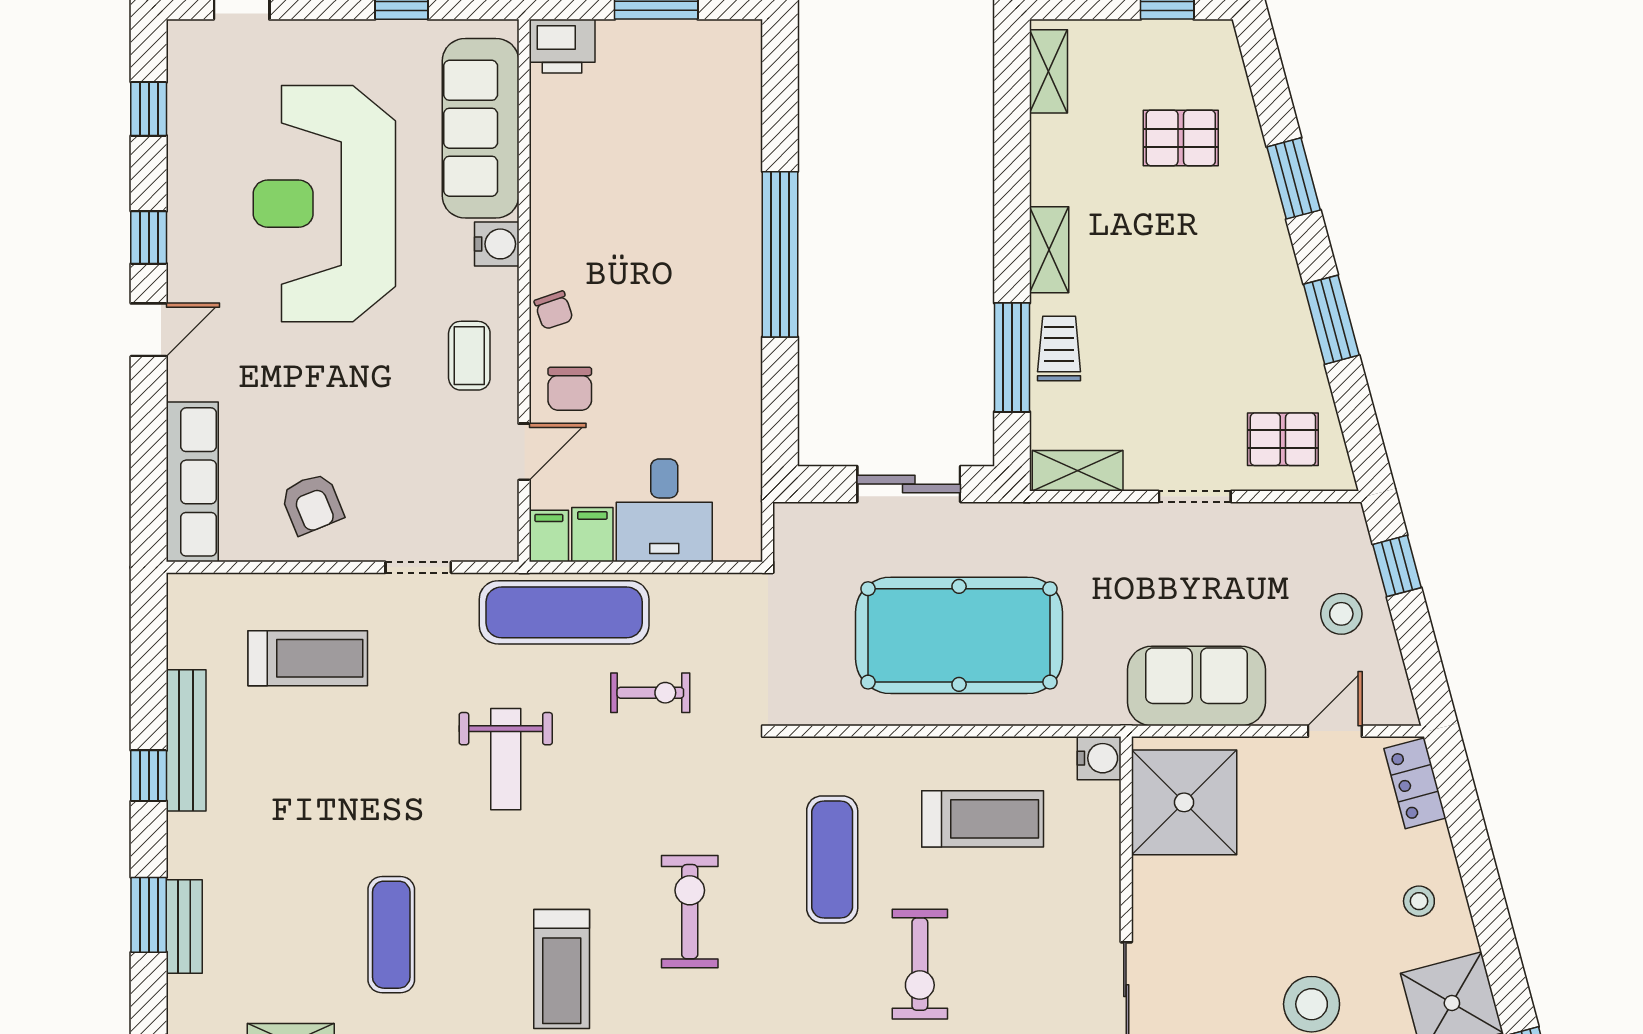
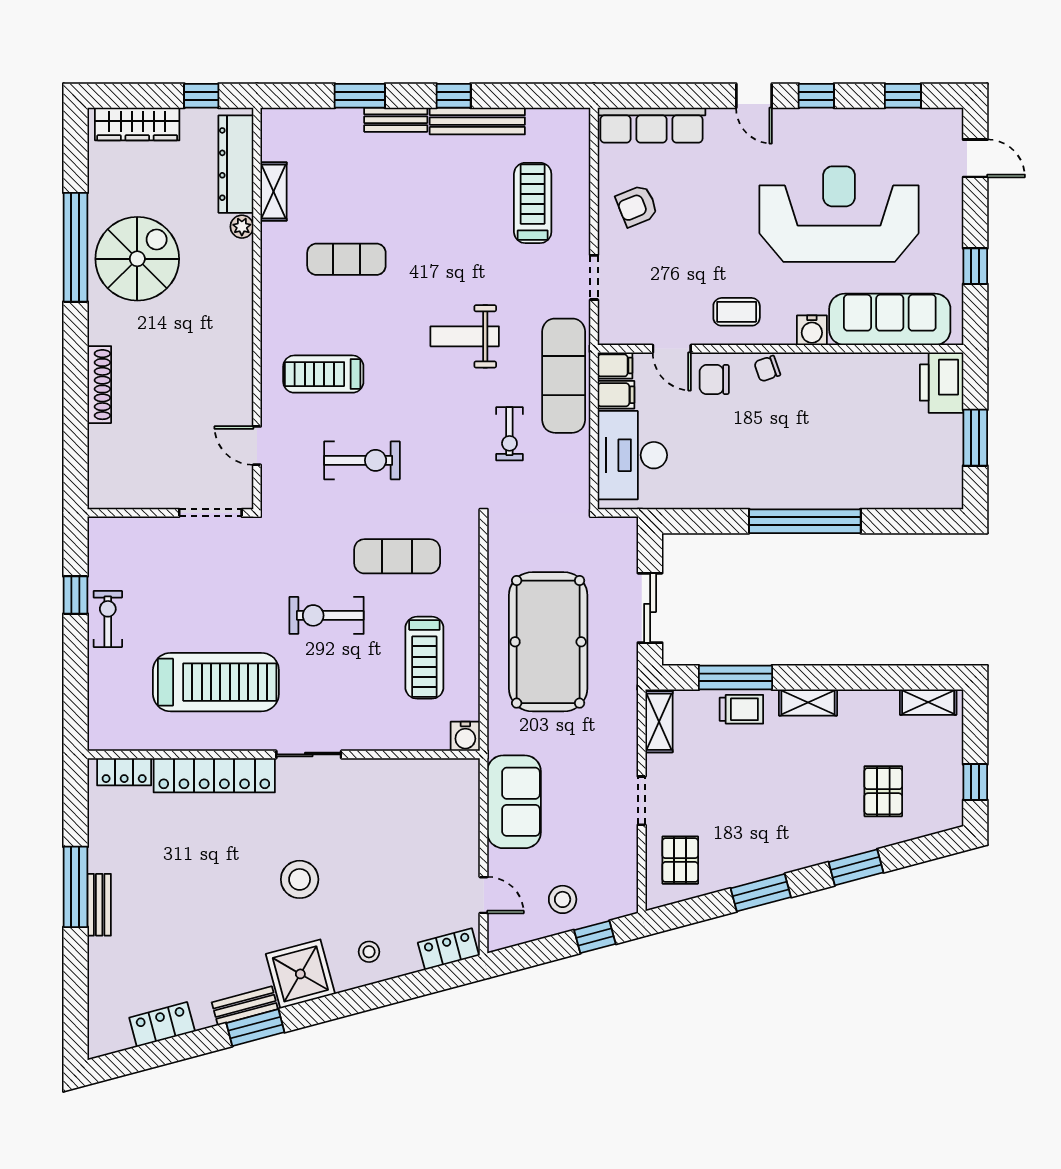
printer: (562, 46) -> (942, 383), width x1.37, depth x1.19
desk: (664, 510) -> (632, 455), width x1.37
treadmill: (308, 658) -> (533, 203), turned 180
shower: (1184, 802) -> (436, 793), removed
bench: (184, 926) -> (396, 120), moved

